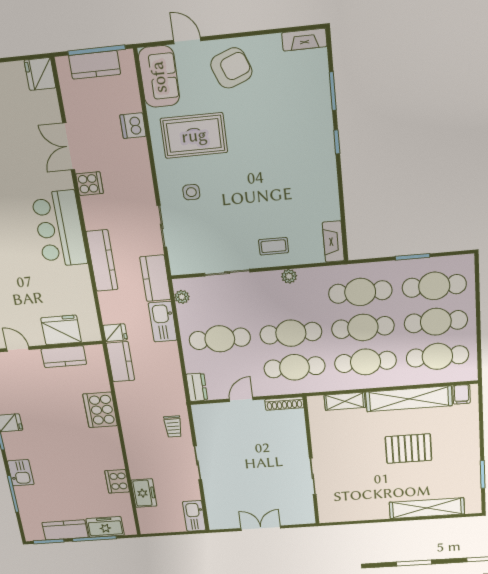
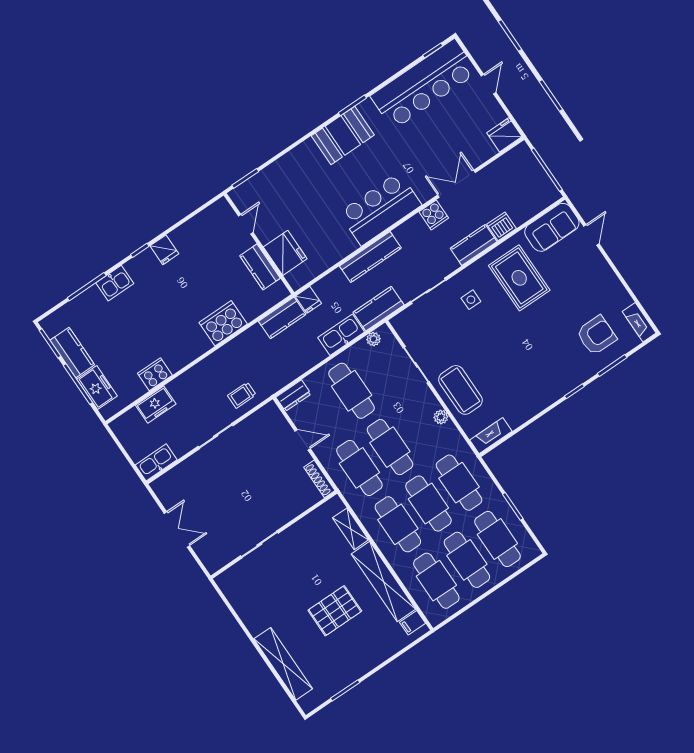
kitchen counter: (95, 65) -> (474, 245), moved, turned 90
armchair: (231, 68) -> (596, 335), moved, turned -69
coffee table: (274, 246) -> (460, 390), width x1.86, depth x1.72
pallet: (408, 449) -> (335, 611), turned 90

